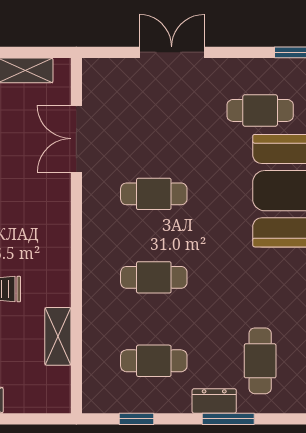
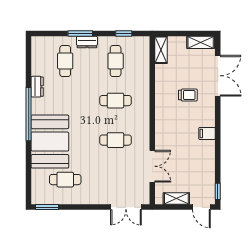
double door: (172, 52) -> (126, 207), moved
shelving: (58, 336) -> (161, 50), moved
cafe table: (154, 361) -> (116, 61), turned 90

